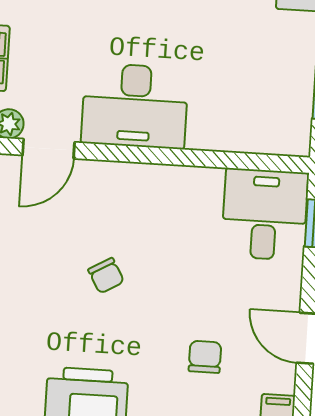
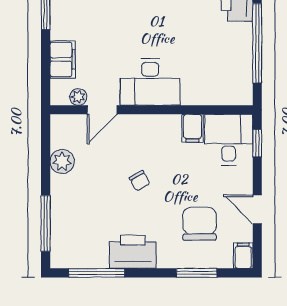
filing cabinet: (203, 191) -> (193, 128), added
chair: (205, 357) -> (200, 224), width x1.87, depth x1.87

